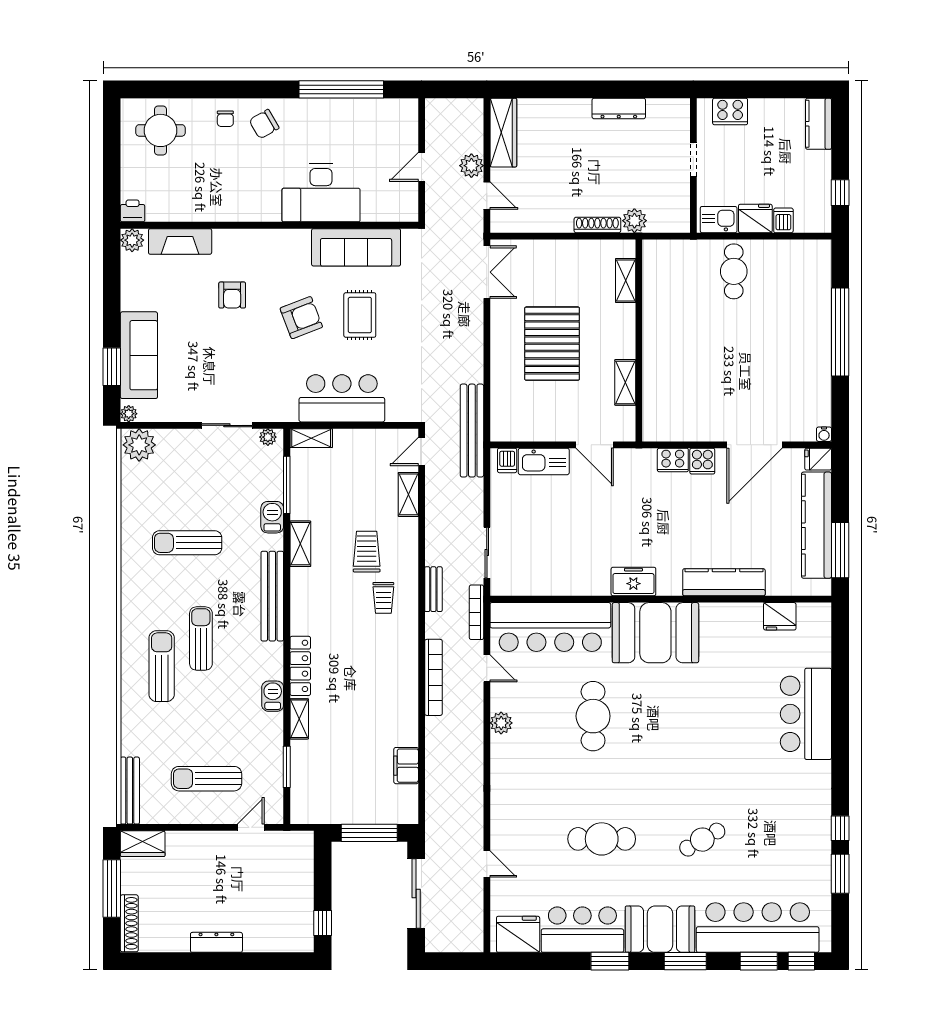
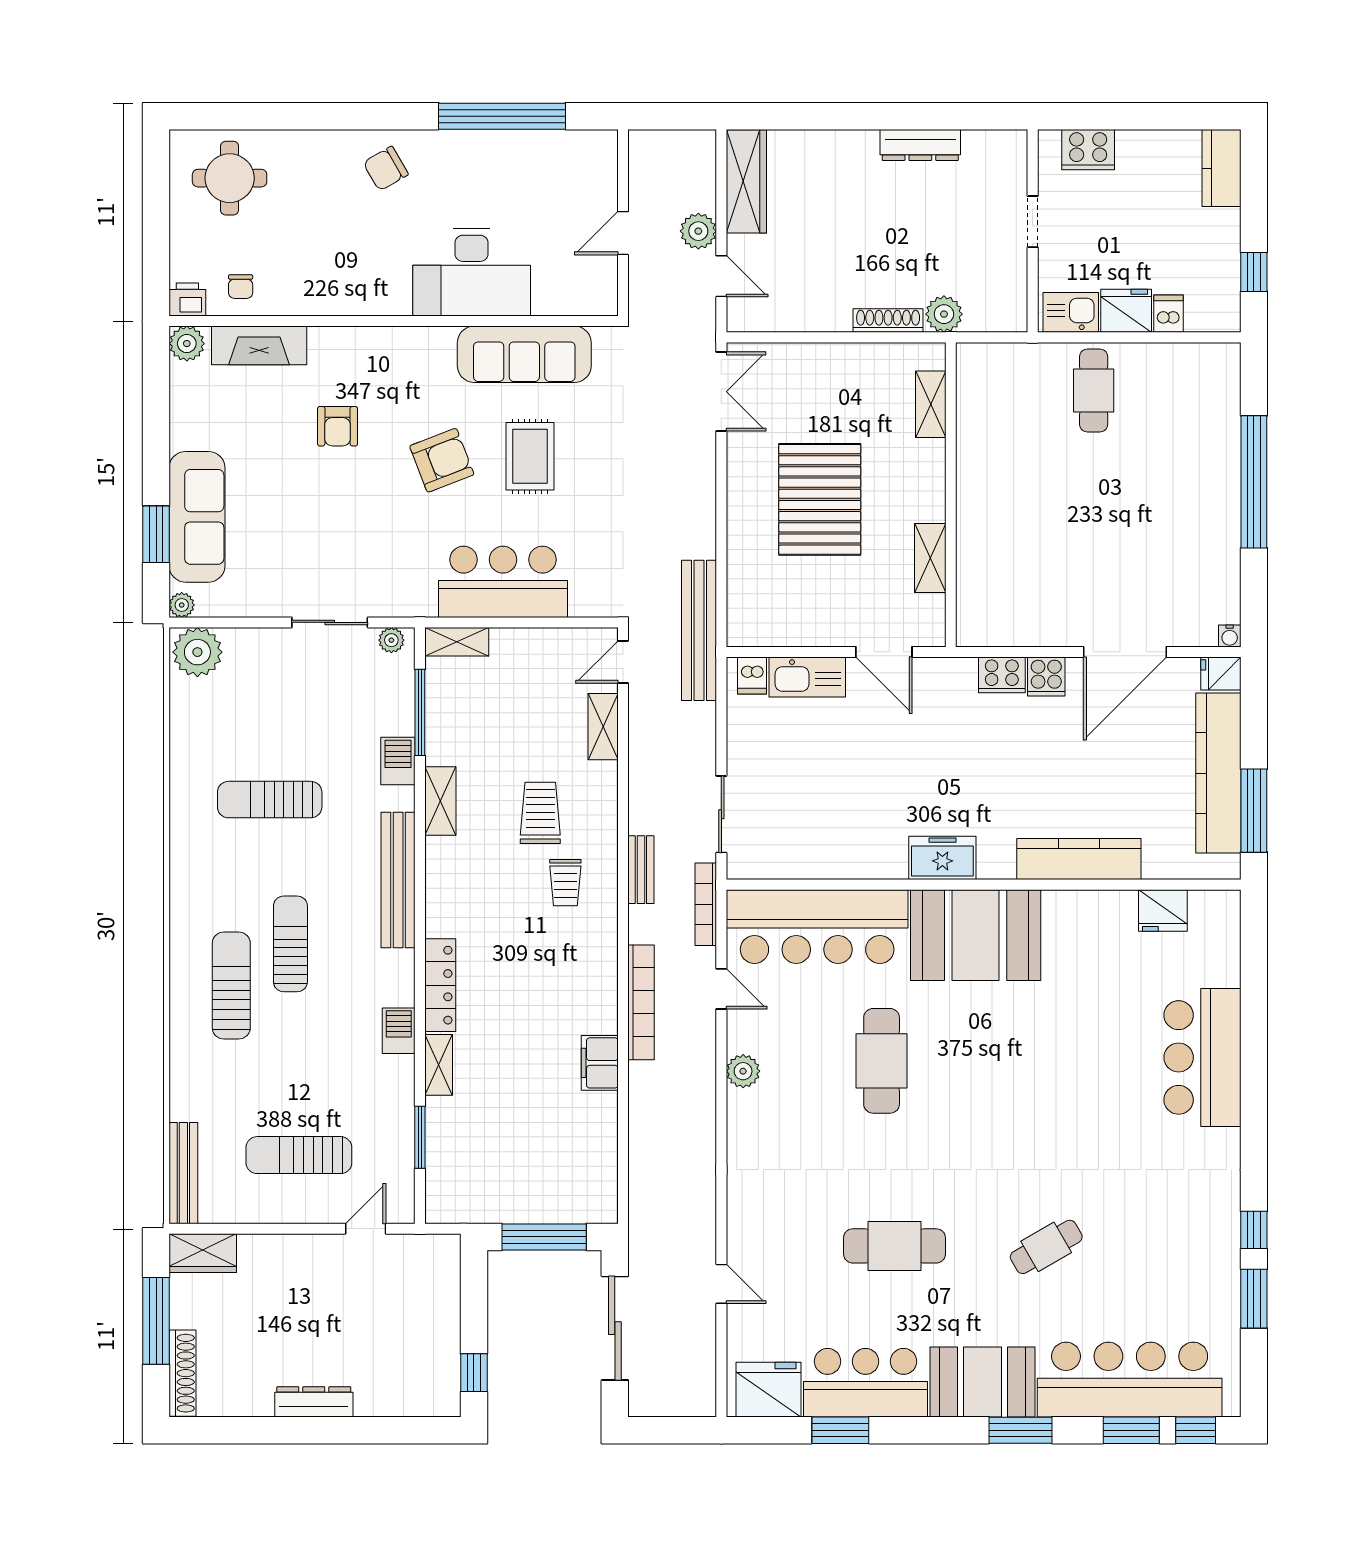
chair: (225, 119) -> (241, 287), moved
filing cabinet: (406, 766) -> (600, 1063), moved
window: (610, 961) -> (840, 1430), moved

